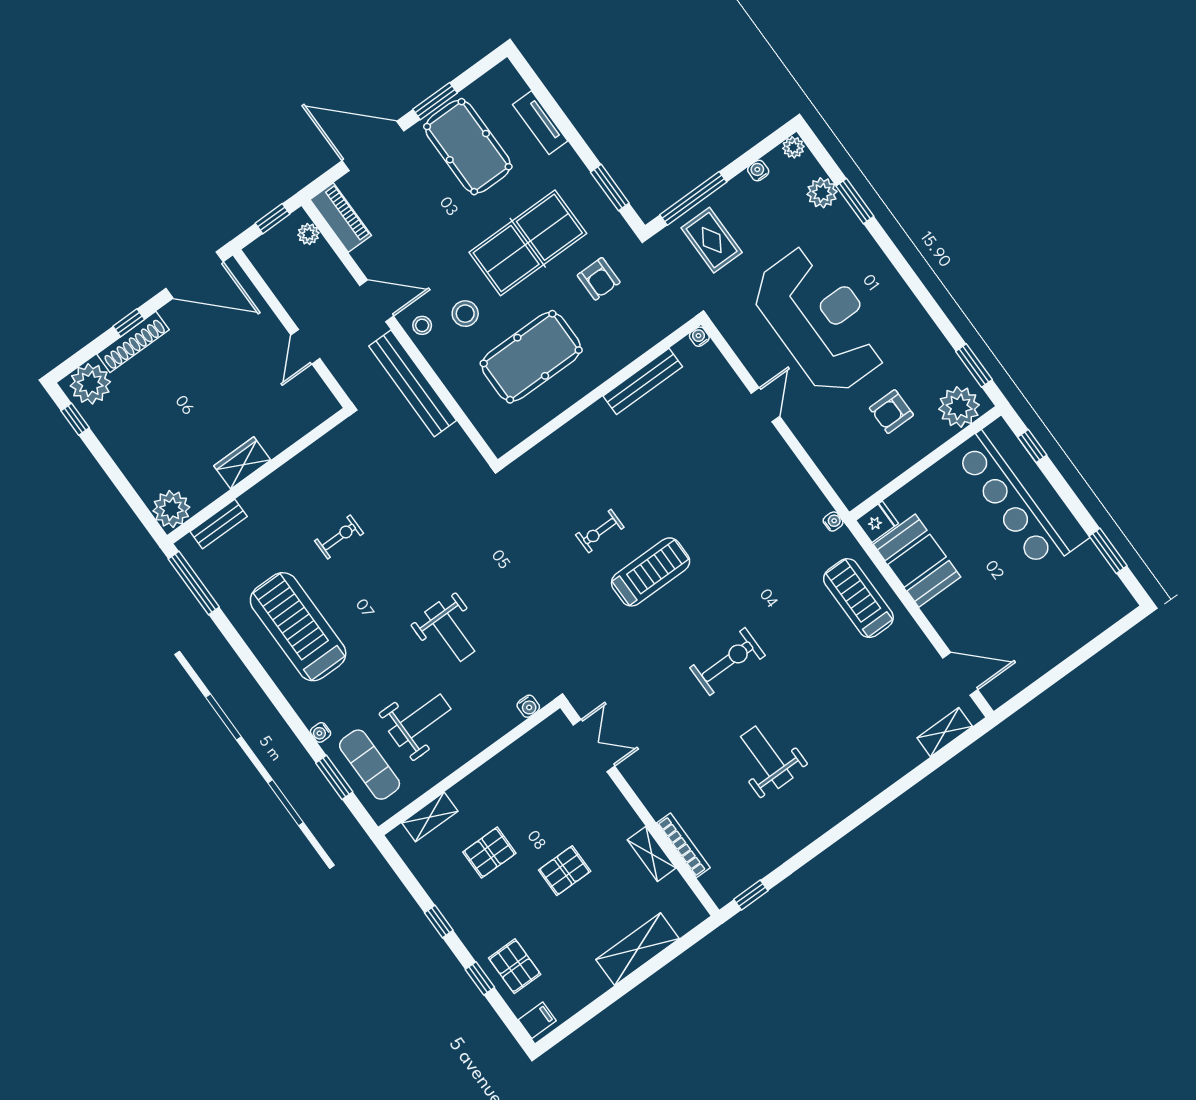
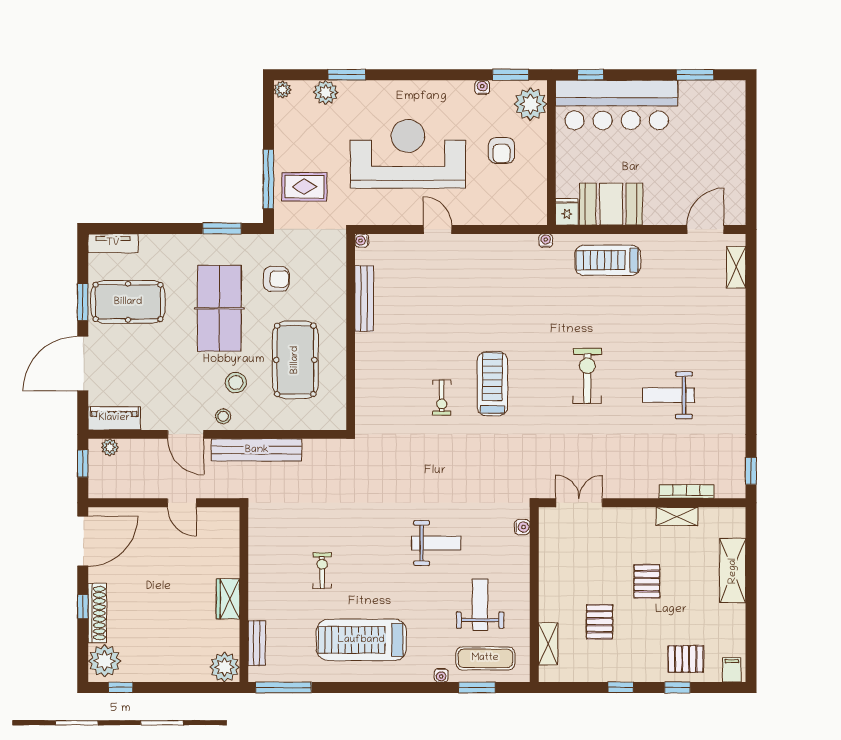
tv unit: (540, 123) -> (113, 243), moved
water cooler: (758, 171) -> (482, 87), moved, turned 90
door: (377, 301) -> (186, 434), swing flipped

